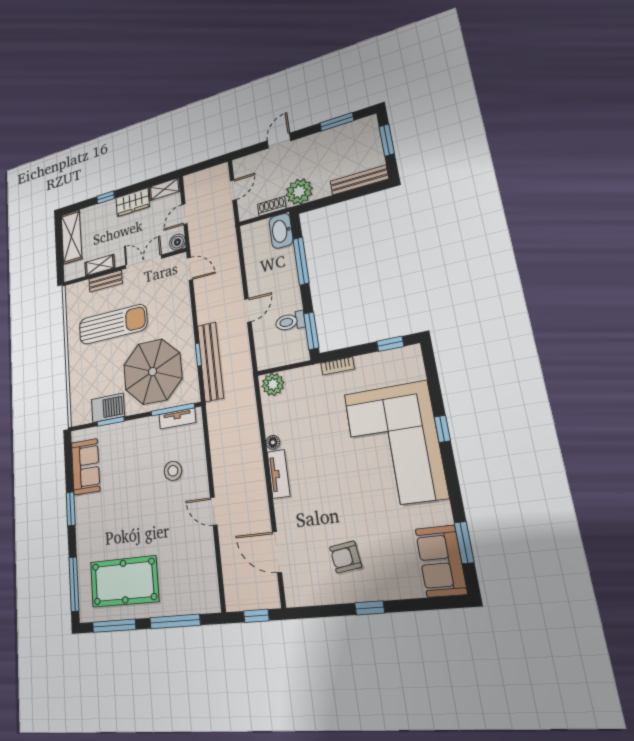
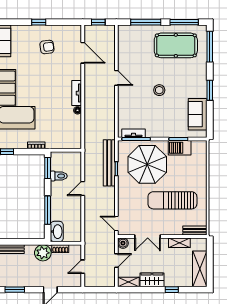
bench: (106, 281) -> (195, 231), moved
plant: (273, 384) -> (73, 142), removed
stool: (173, 471) -> (159, 90), moved

